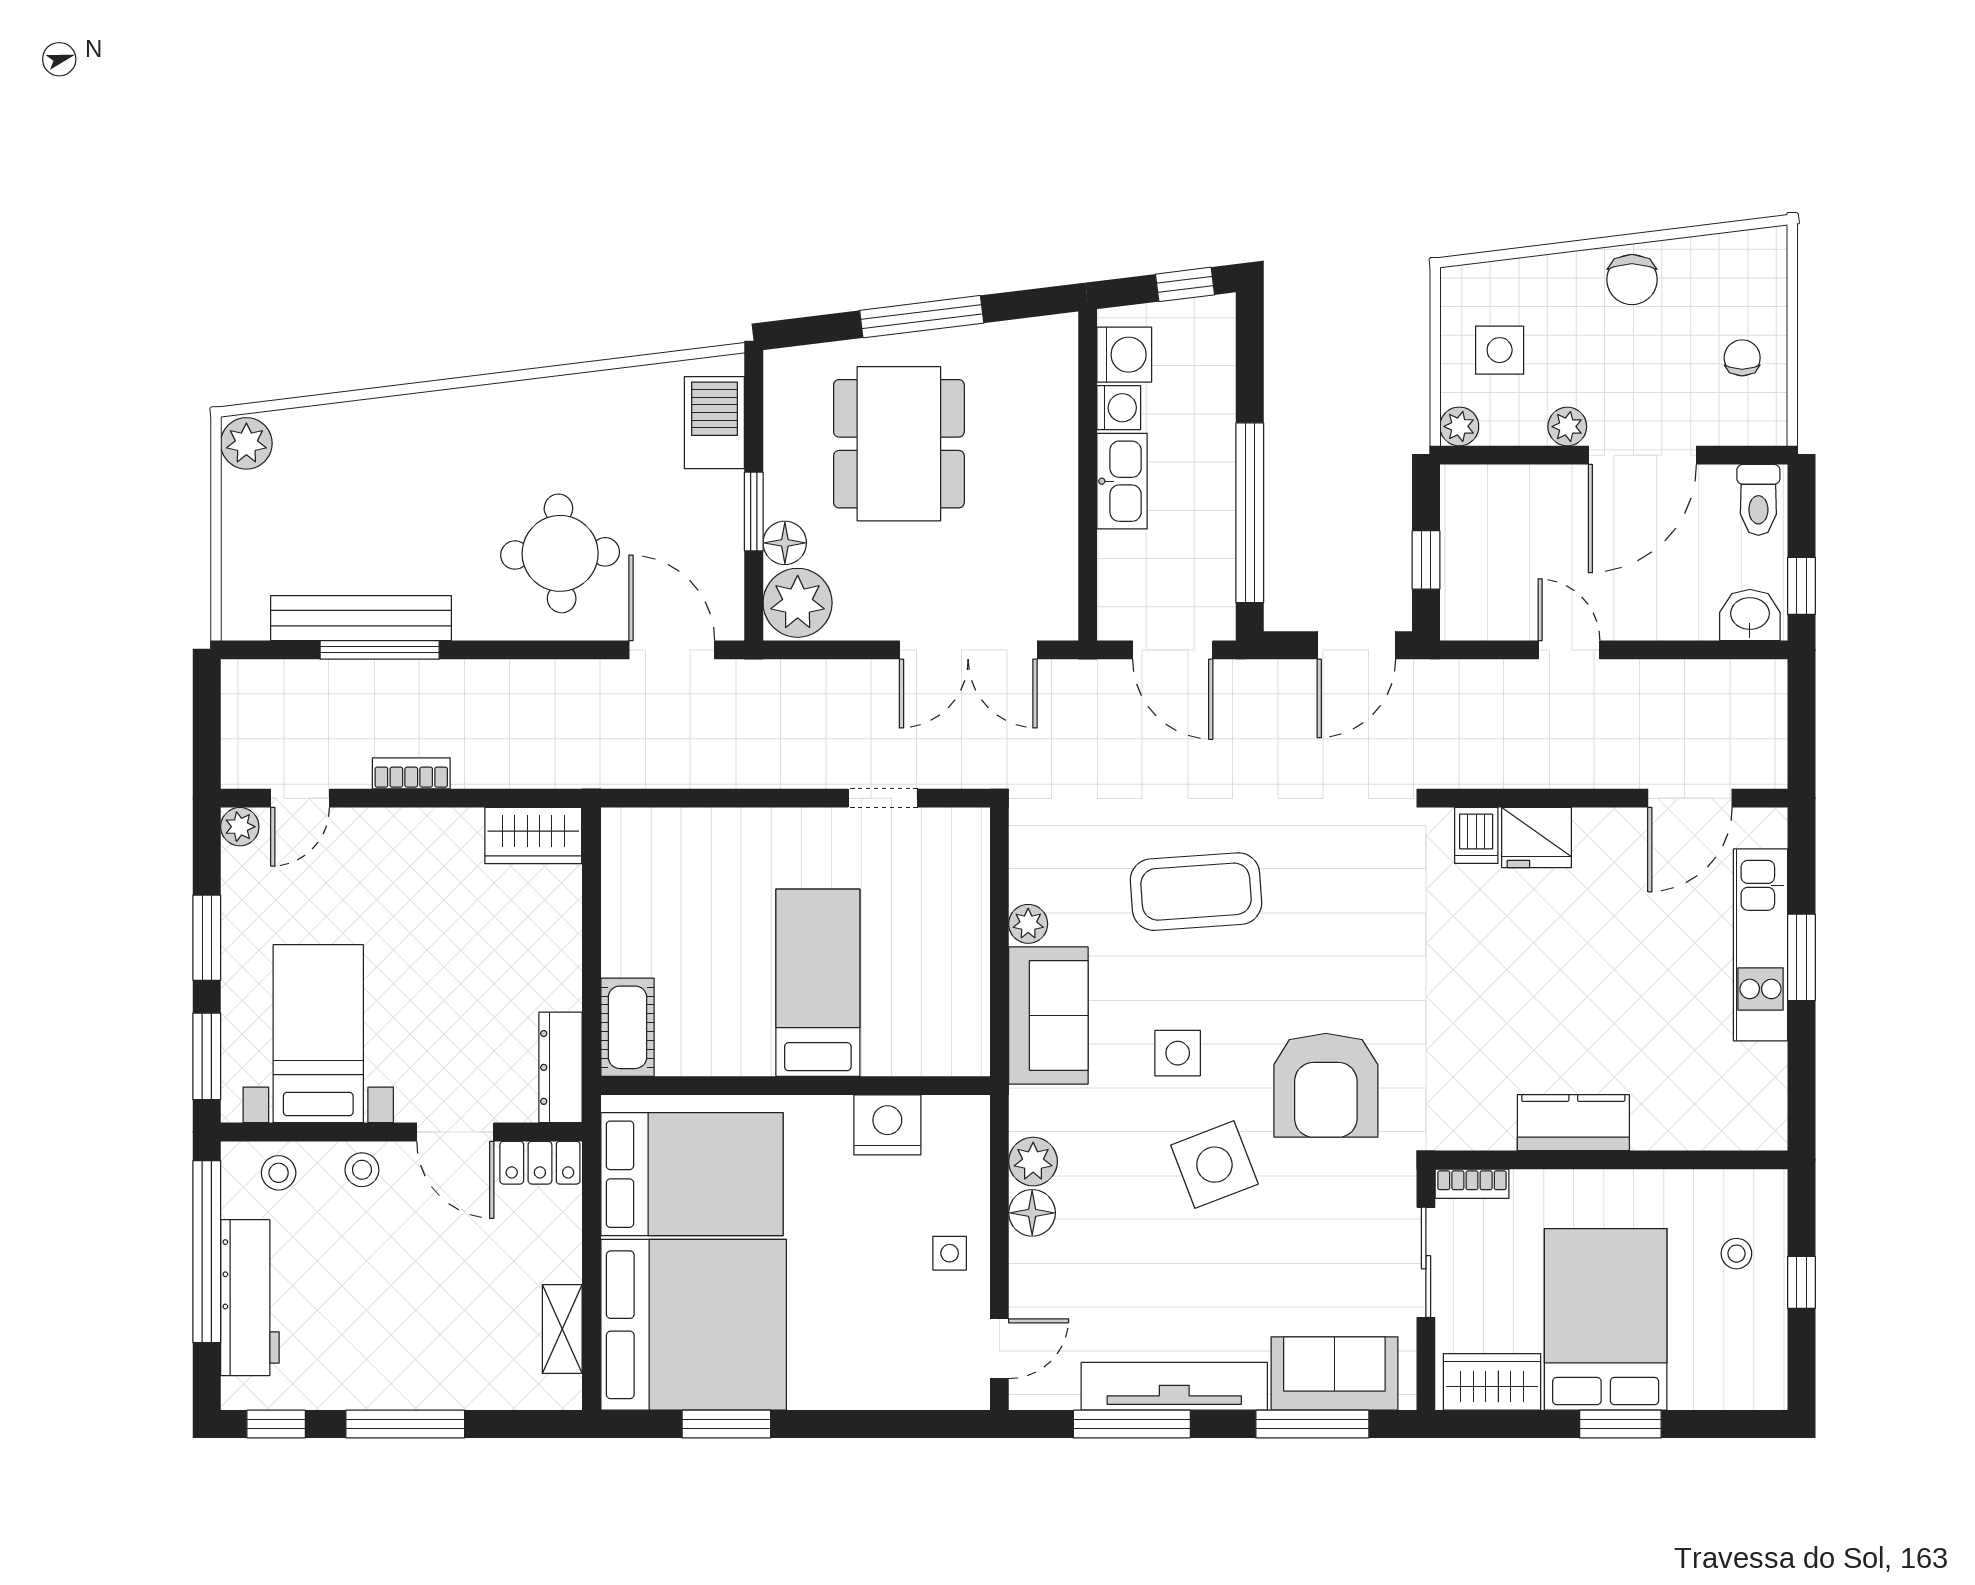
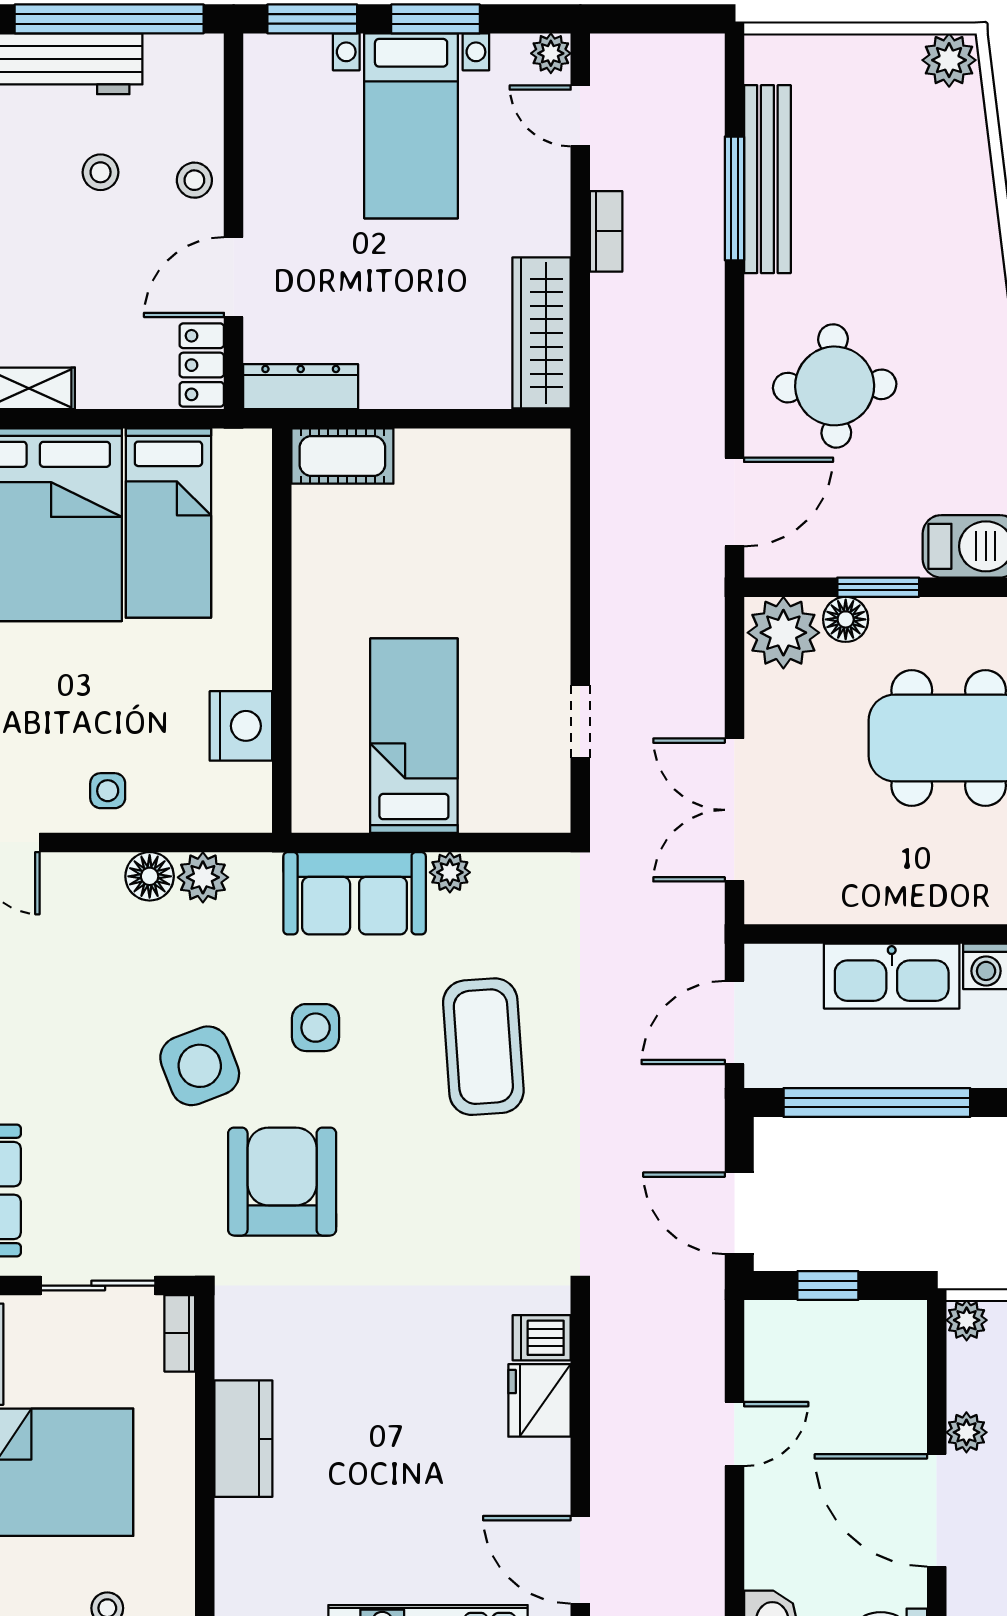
kitchen sink: (1122, 481) -> (892, 976), width x1.36, depth x1.24
wardrobe: (533, 836) -> (542, 333), width x1.50
bed: (818, 983) -> (414, 736), moved, turned -90
bed with nightstands: (318, 1034) -> (411, 126), moved, turned 90
armchair: (1326, 1085) -> (282, 1182), turned 90
stool: (279, 1173) -> (101, 172), moved
bed: (692, 1174) -> (168, 523), width x0.67

